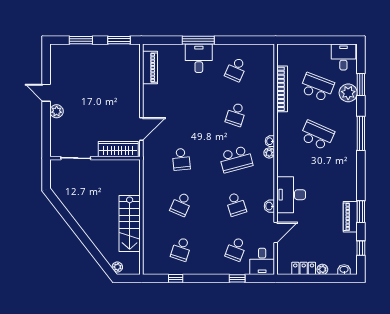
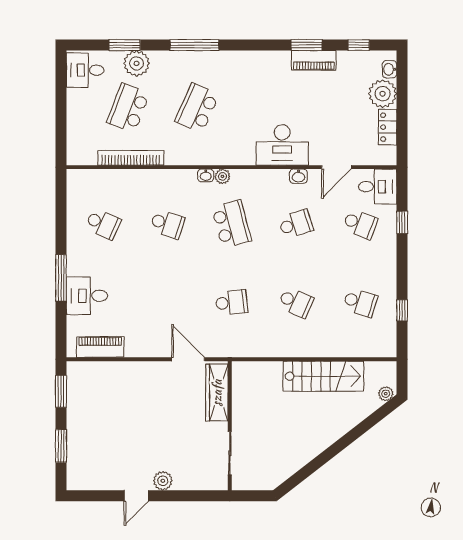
desk: (199, 58) -> (87, 296), moved
door: (276, 233) -> (336, 167), swing flipped
plant: (322, 269) -> (383, 94), width x1.88, depth x1.88

